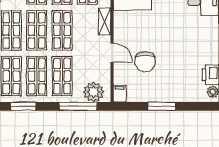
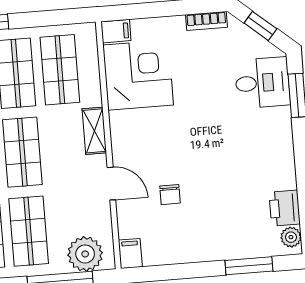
chair: (145, 62) -> (170, 195), width x0.54, depth x0.54
window: (162, 106) -> (249, 266), moved

